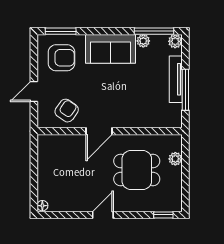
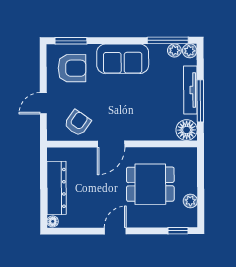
plant: (143, 41) -> (174, 50), moved
floor lamp: (172, 118) -> (187, 130), added
plant: (175, 159) -> (190, 201), moved
dresser: (46, 173) -> (56, 188), added

